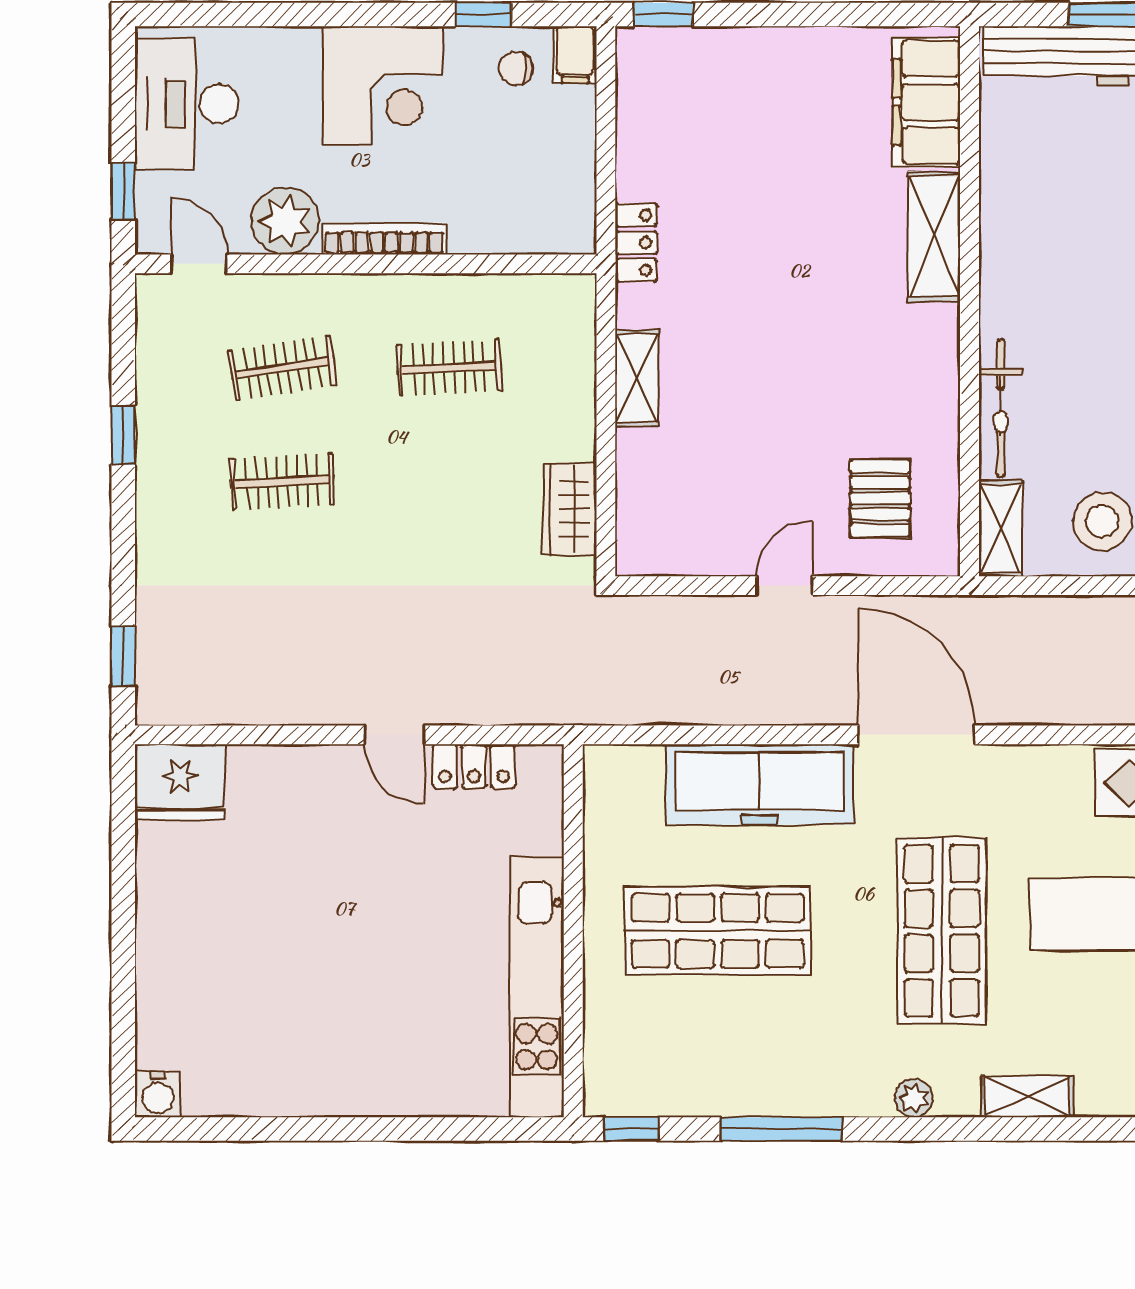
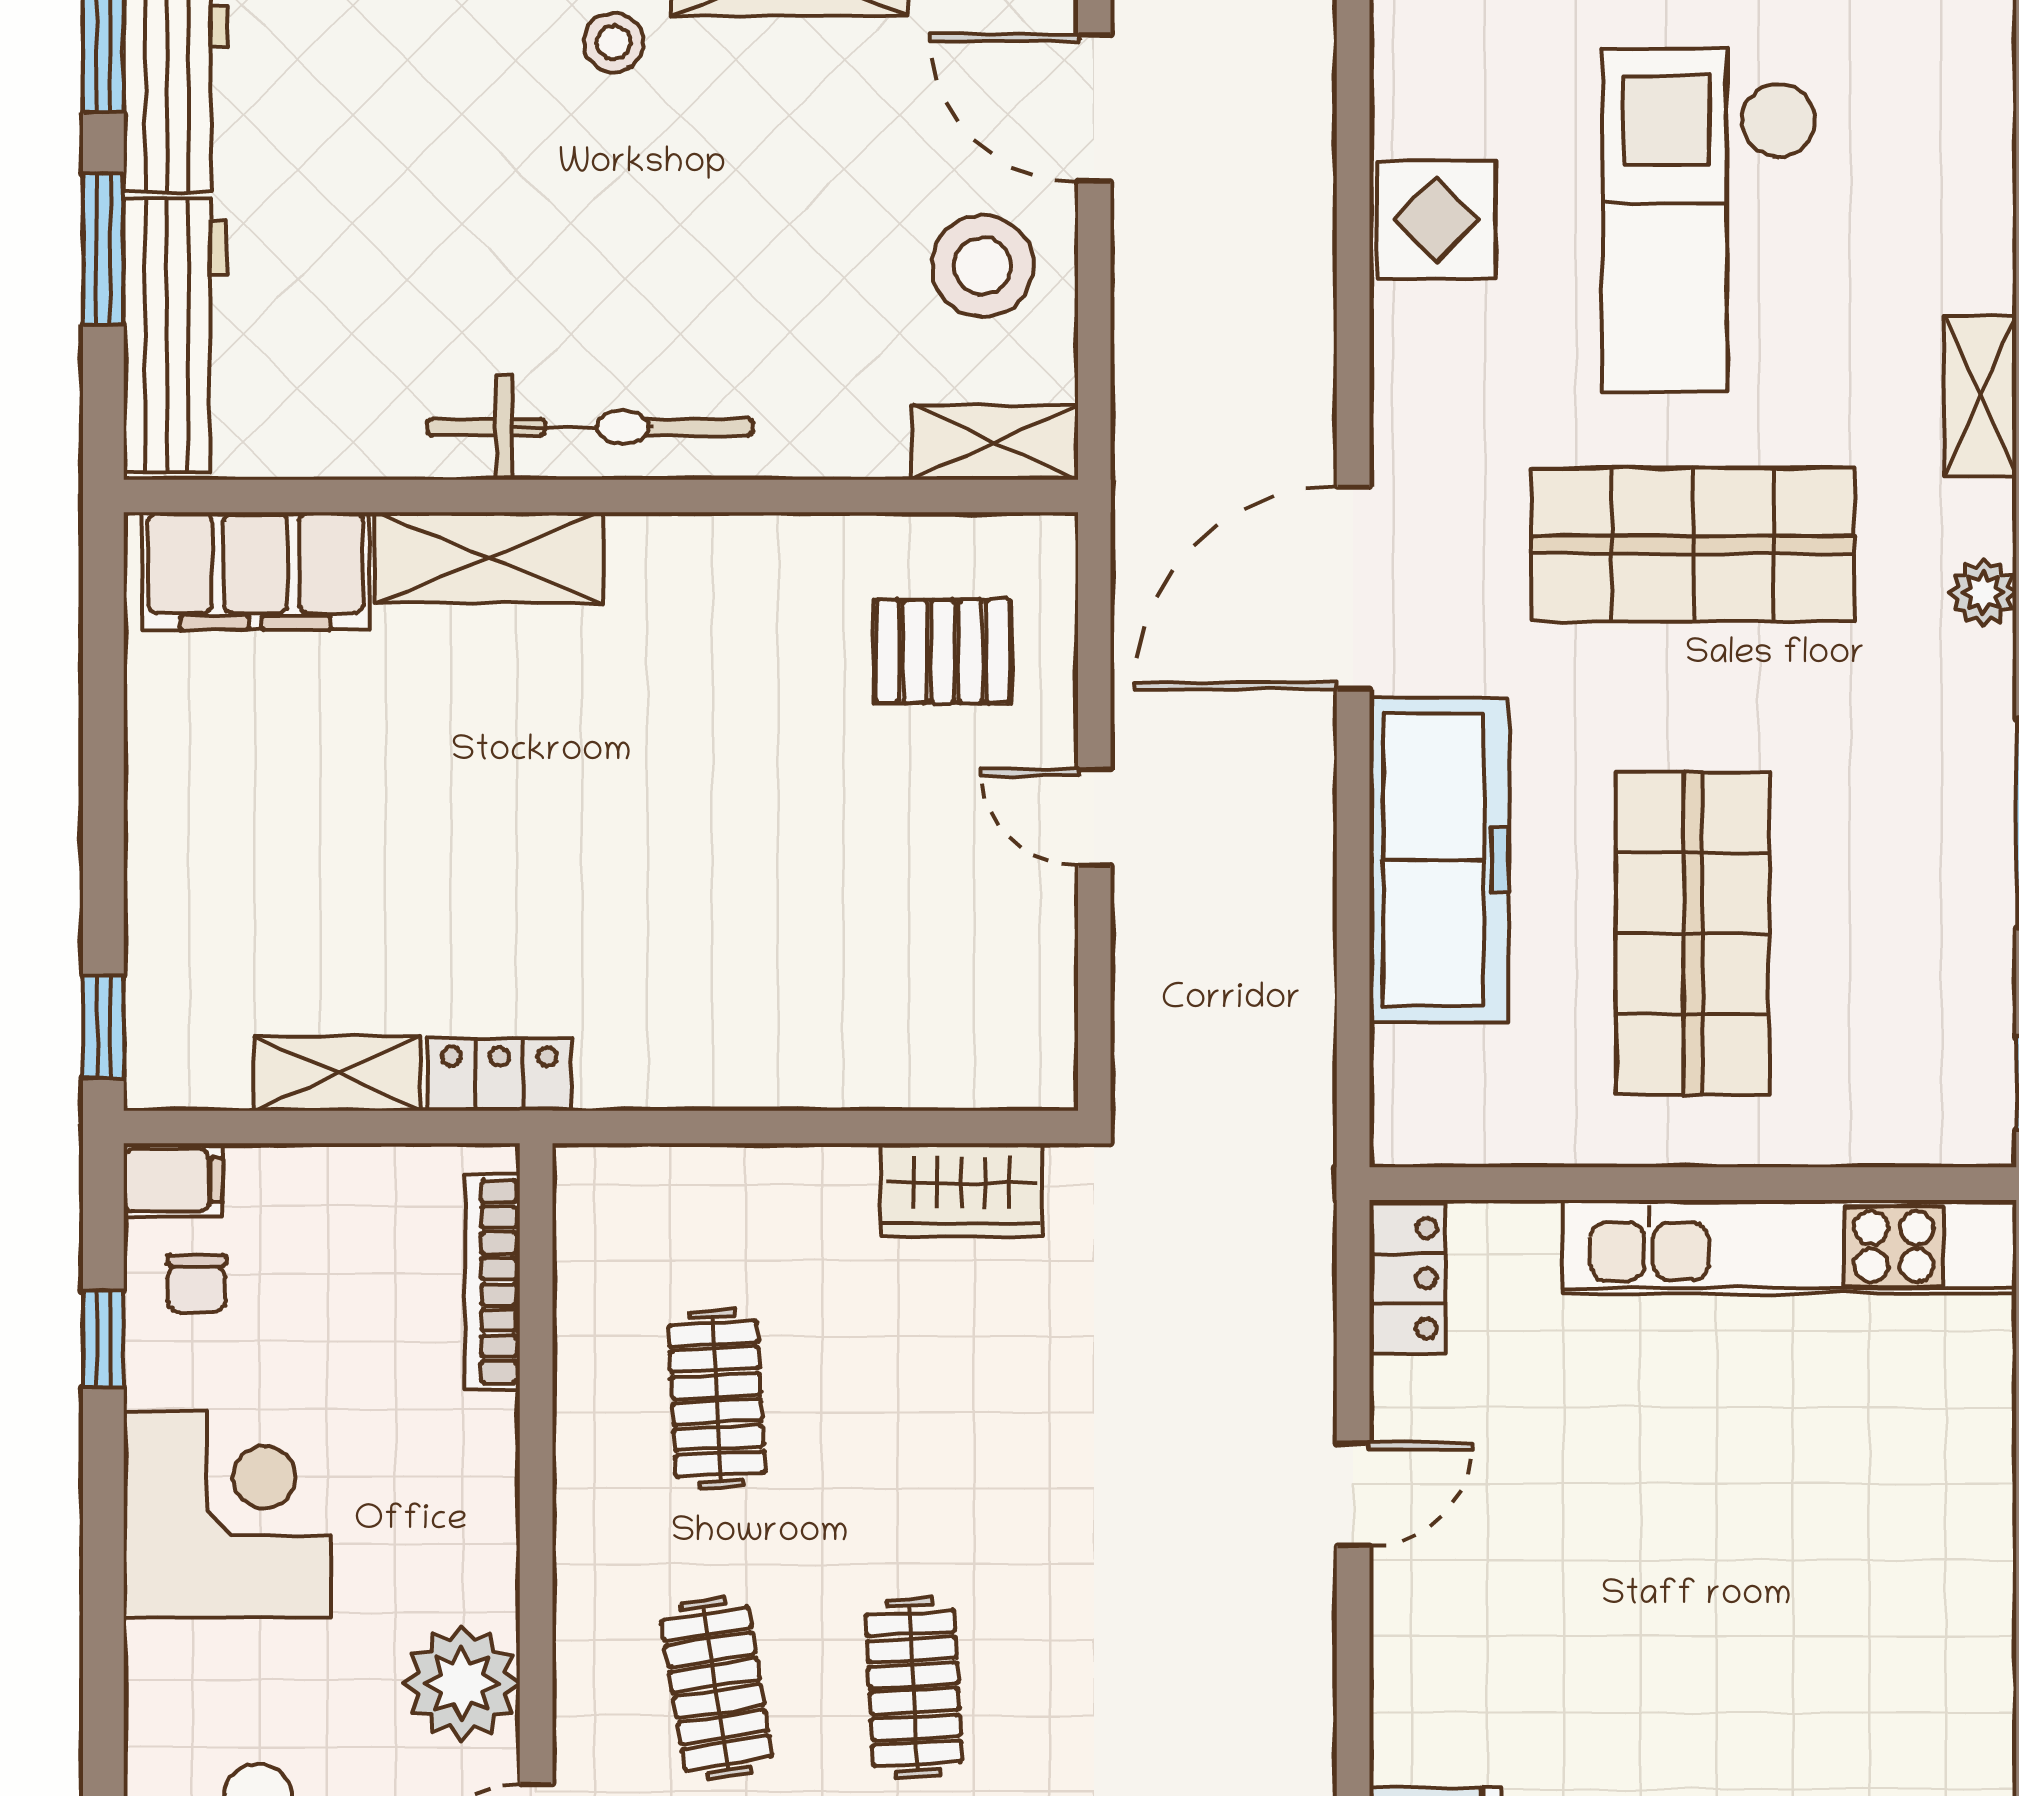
bookcase: (384, 239) -> (492, 1282), moved
shelving: (637, 378) -> (337, 1073), moved
bicycle: (1001, 408) -> (590, 427), moved, width x1.37, depth x1.40
locker: (474, 766) -> (1407, 1278), moved

